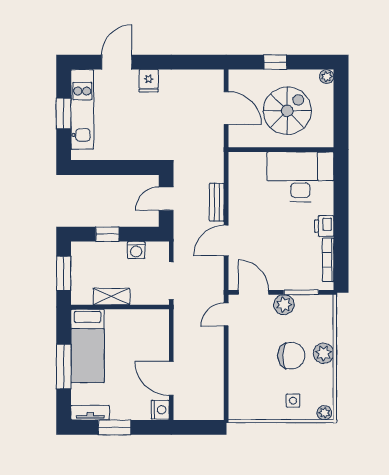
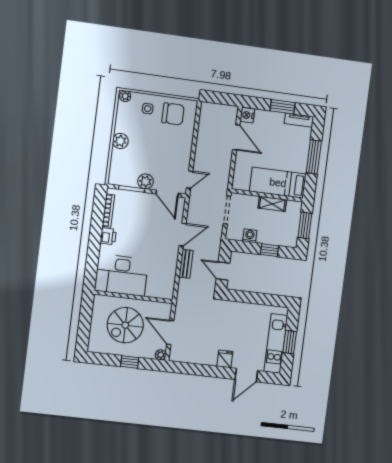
plant: (327, 77) -> (161, 355), moved
door: (166, 199) -> (223, 271), swing flipped
bed: (88, 346) -> (278, 183), moved, turned -90
chair: (291, 356) -> (173, 114), moved, turned 180

